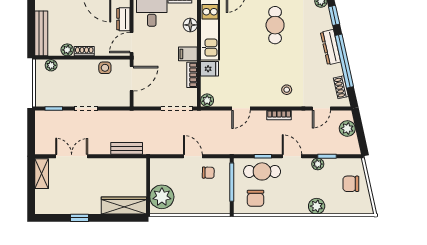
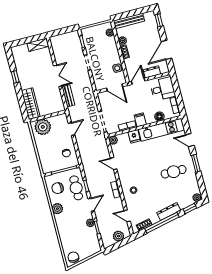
door: (132, 42) -> (138, 81), hinge flipped
double door: (72, 156) -> (58, 76), moved
door: (193, 156) -> (72, 129), moved
chair: (351, 184) -> (73, 257), moved
plant: (317, 206) -> (57, 209), moved

